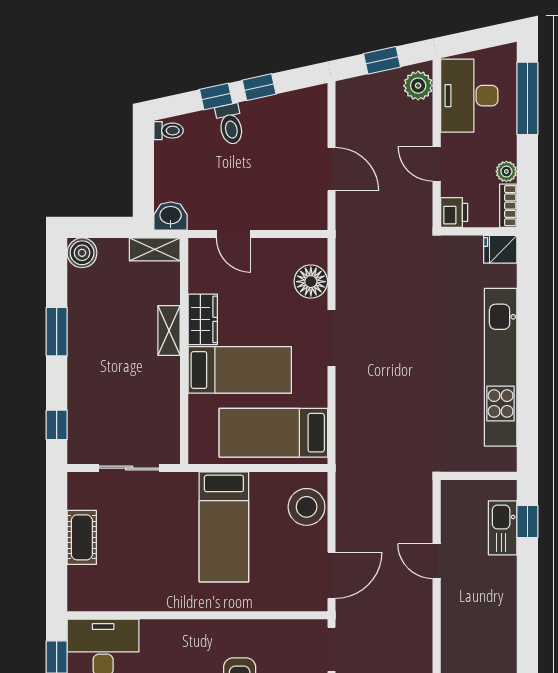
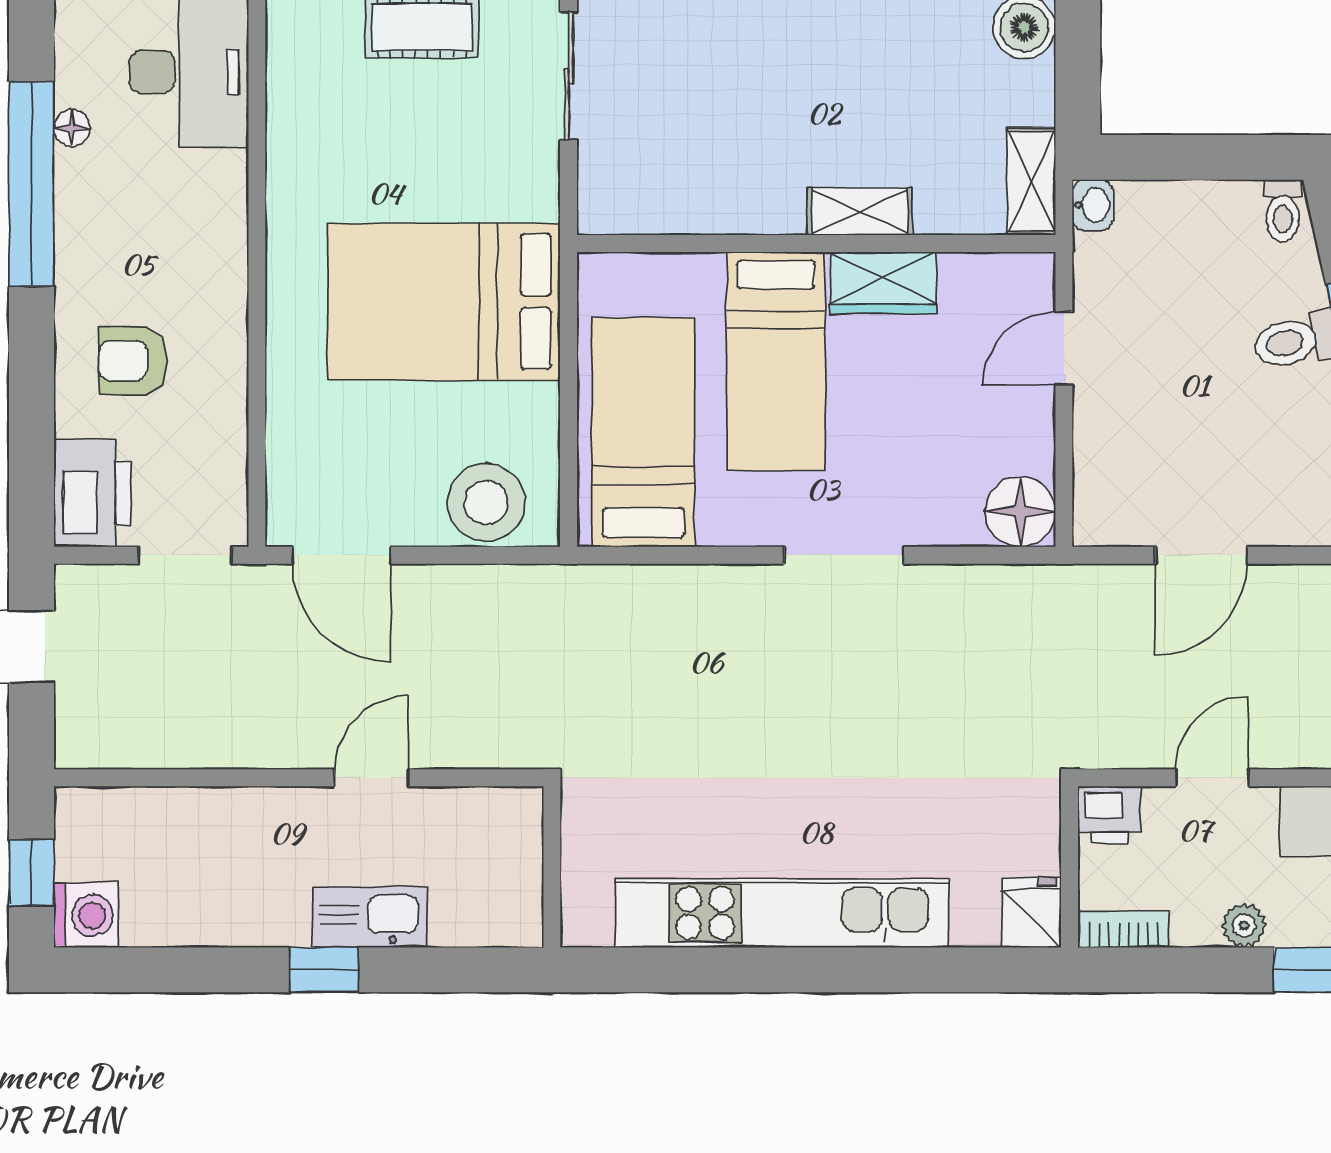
plant: (506, 171) -> (1244, 925), moved
washbasin: (171, 216) -> (1093, 205), width x0.72, depth x0.69
floor lamp: (311, 282) -> (1020, 512), moved
sliding door: (129, 468) -> (569, 76), moved
window: (527, 522) -> (324, 970), moved
bed: (224, 527) -> (444, 302), width x1.50
kitchen sink: (503, 528) -> (370, 917), moved

